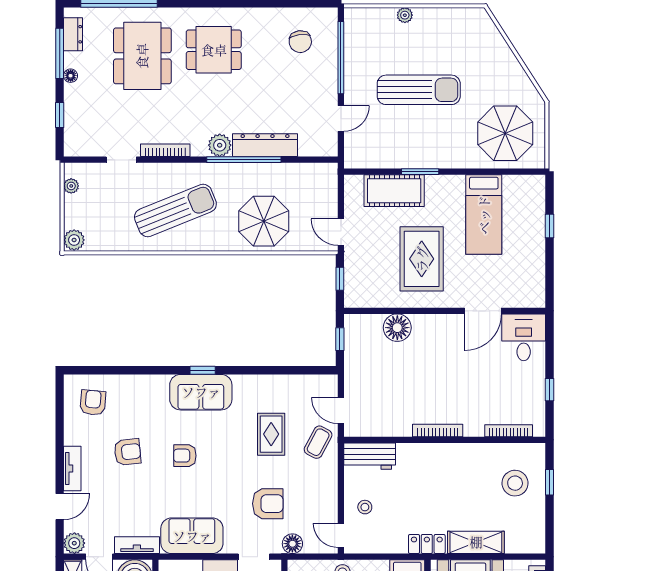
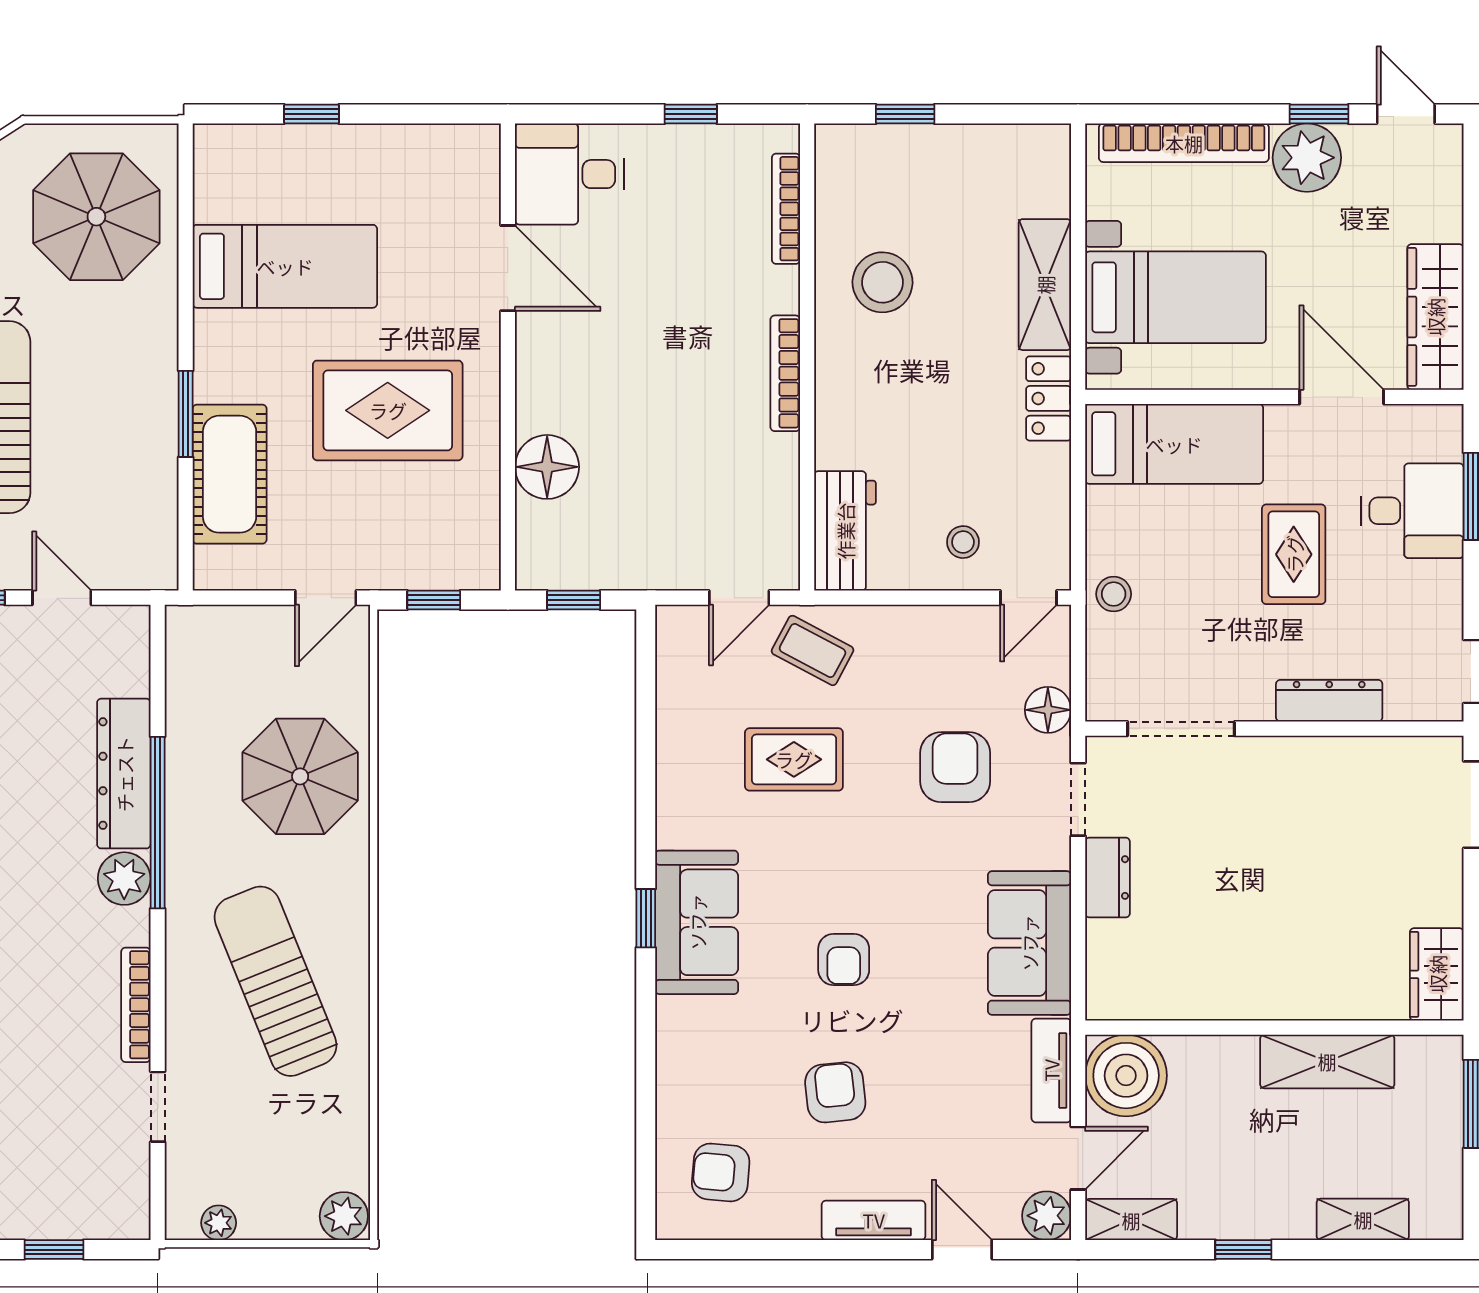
stool: (515, 483) -> (882, 282), moved

